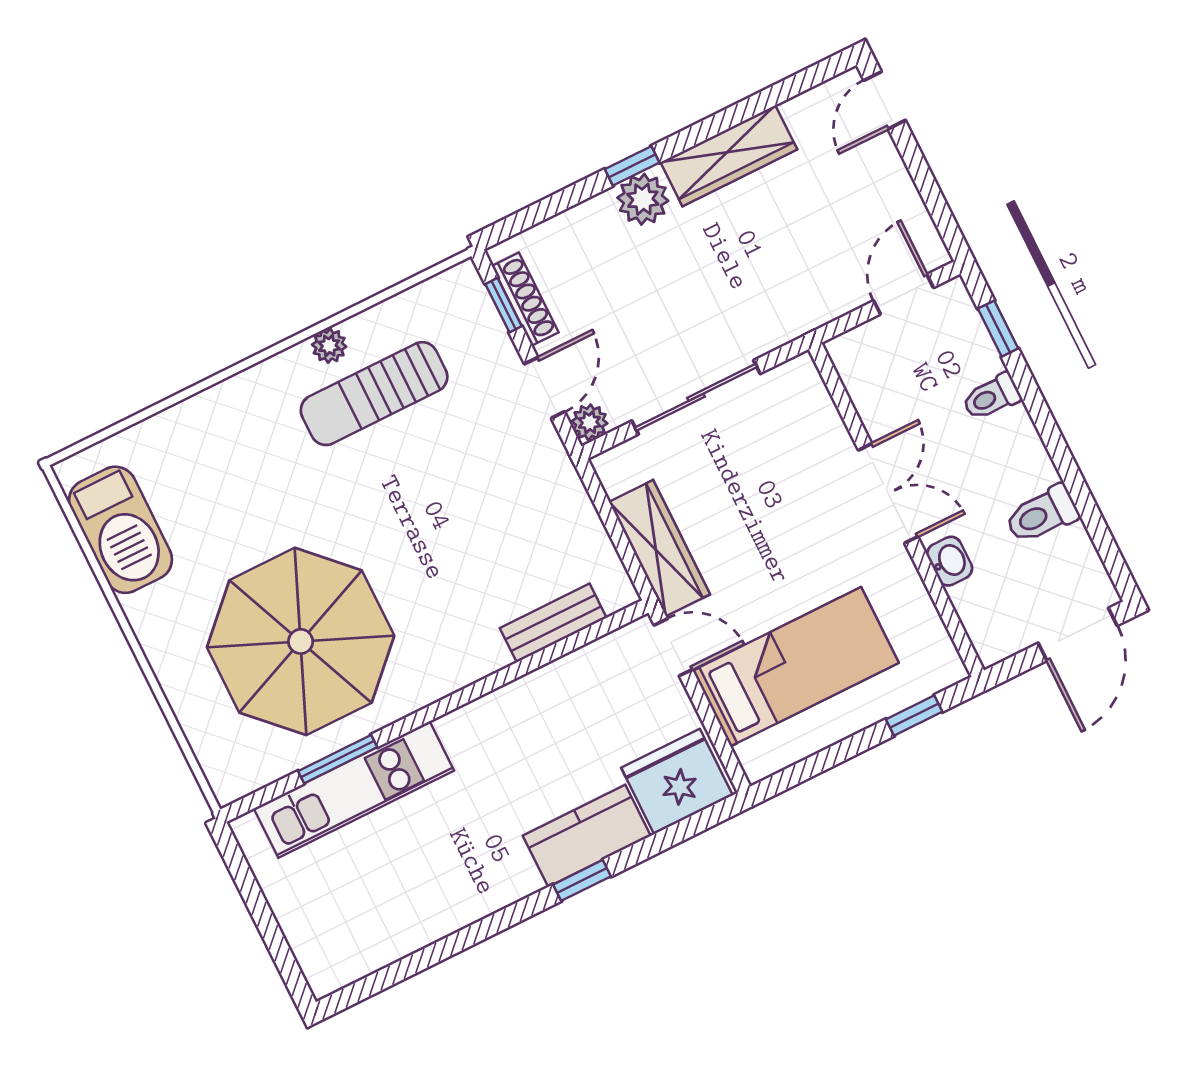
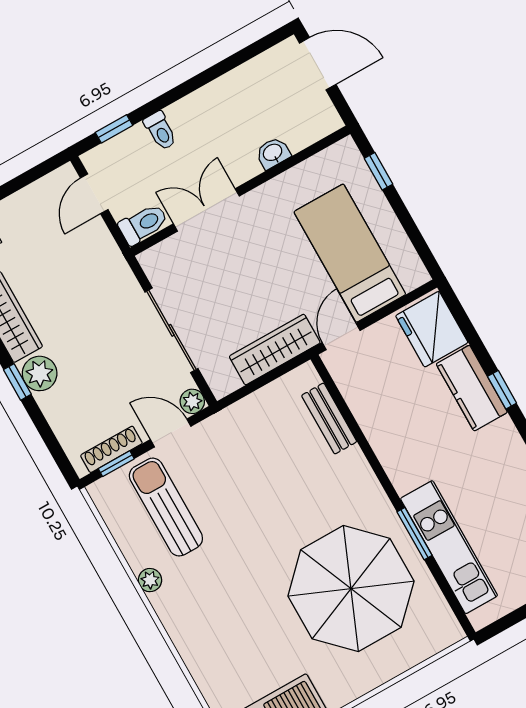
door: (904, 294) -> (94, 194), hinge flipped
sun lounger: (374, 394) -> (166, 507), moved, turned 180
double door: (888, 493) -> (206, 210), moved
toilet: (1042, 514) -> (143, 224), moved, turned -90
window: (338, 759) -> (414, 534), moved

